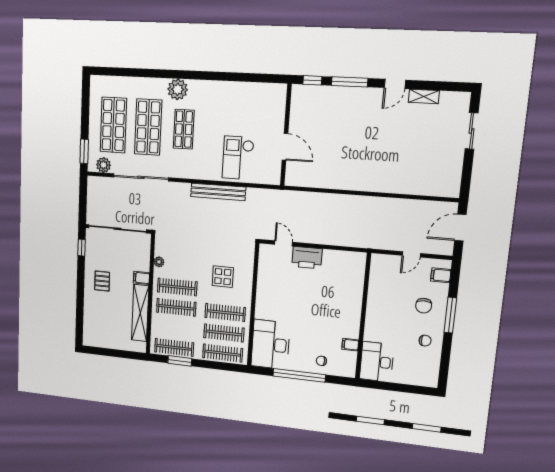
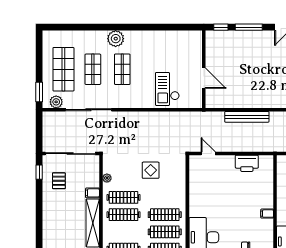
shop shelf: (148, 127) -> (93, 69), width x0.70, depth x0.74
bench: (218, 192) -> (247, 117), moved
printer: (307, 258) -> (247, 163), moved
display table: (223, 277) -> (151, 170), moved
pallet: (102, 281) -> (59, 181), moved
filing cabinet: (350, 345) -> (267, 214), moved

